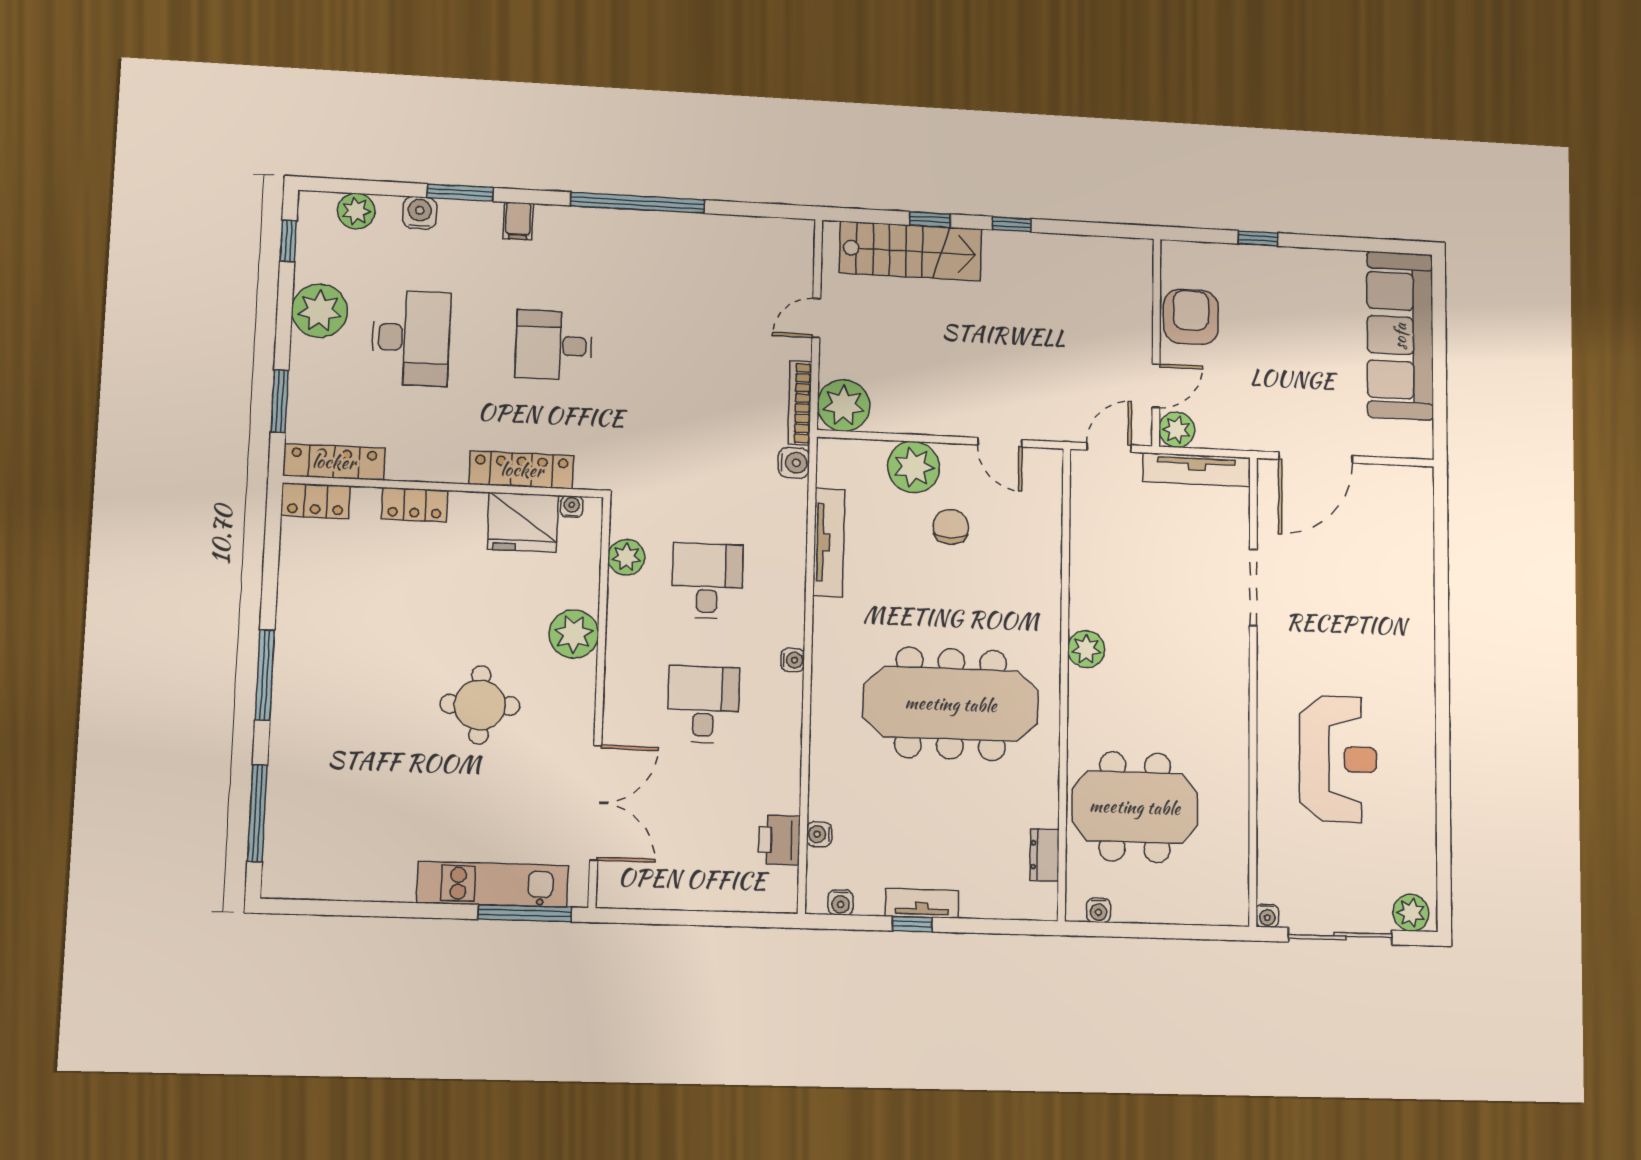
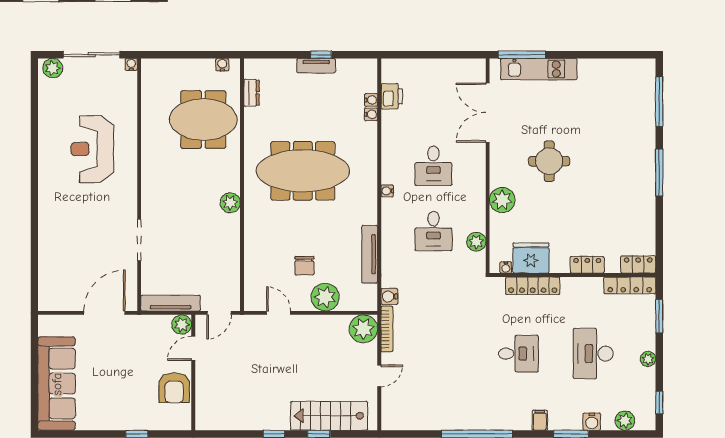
plant: (319, 311) -> (648, 359), width x0.53, depth x0.53
water cooler: (841, 903) -> (371, 114), moved, turned 90

